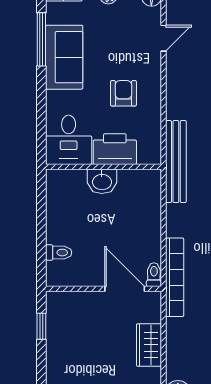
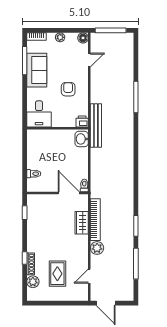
printer: (115, 149) -> (82, 121), moved, width x0.53, depth x0.68
washbasin: (102, 181) -> (82, 139), moved, turned 90
bookcase: (175, 277) -> (95, 220), moved

